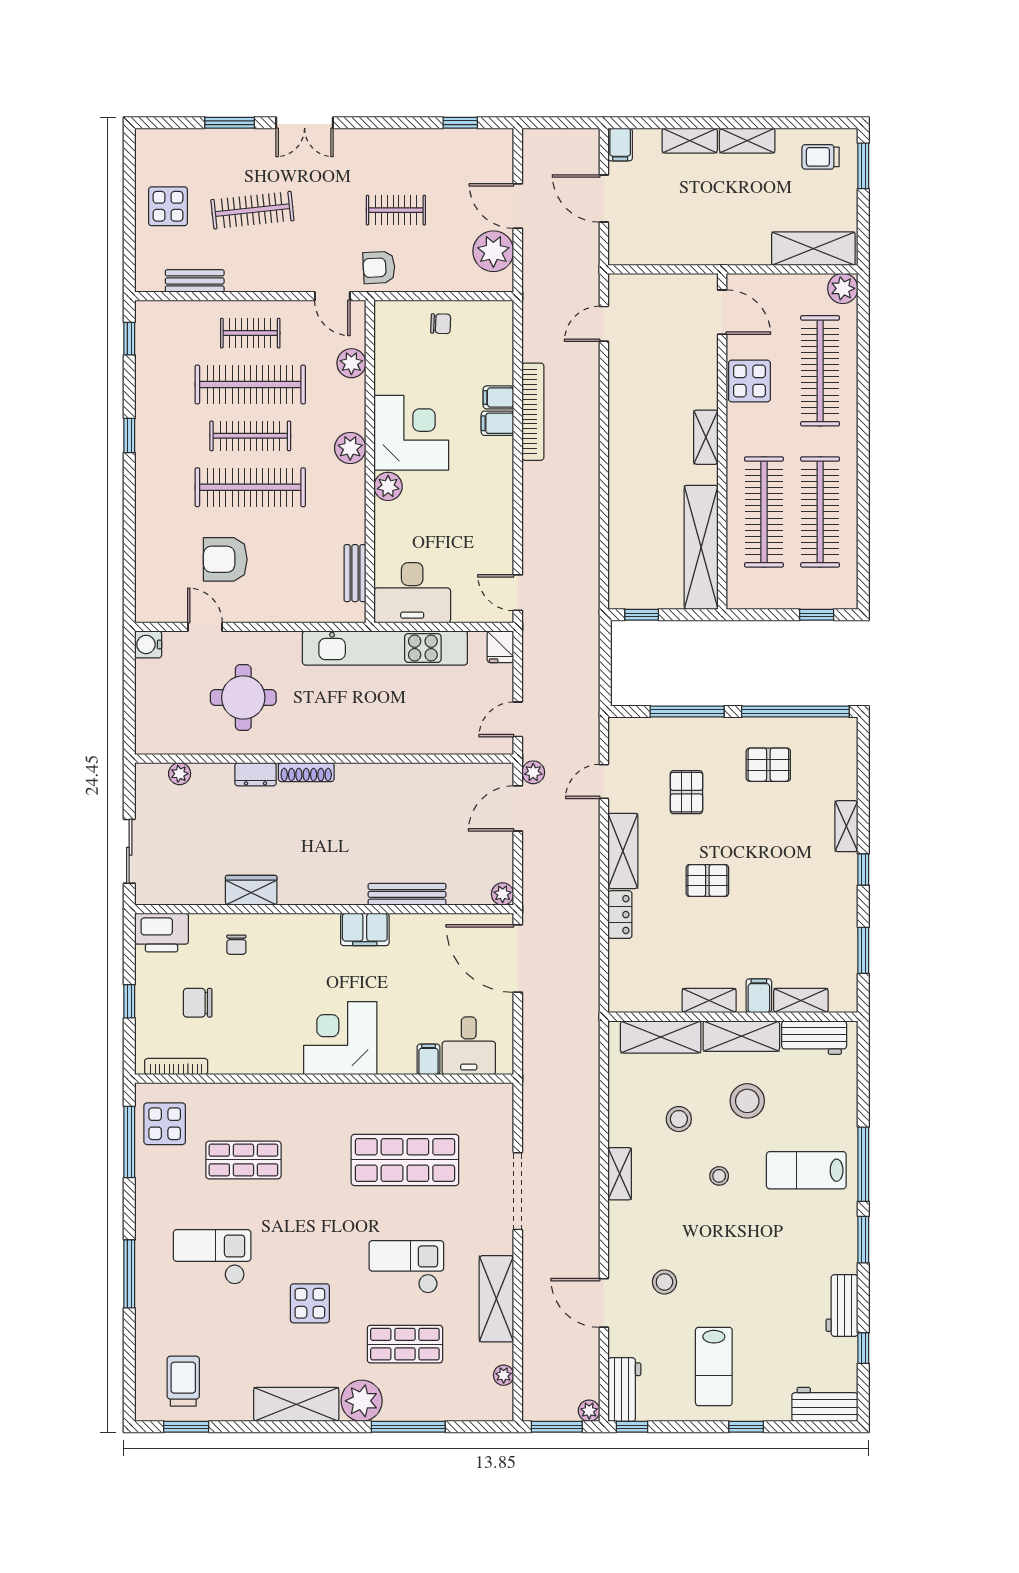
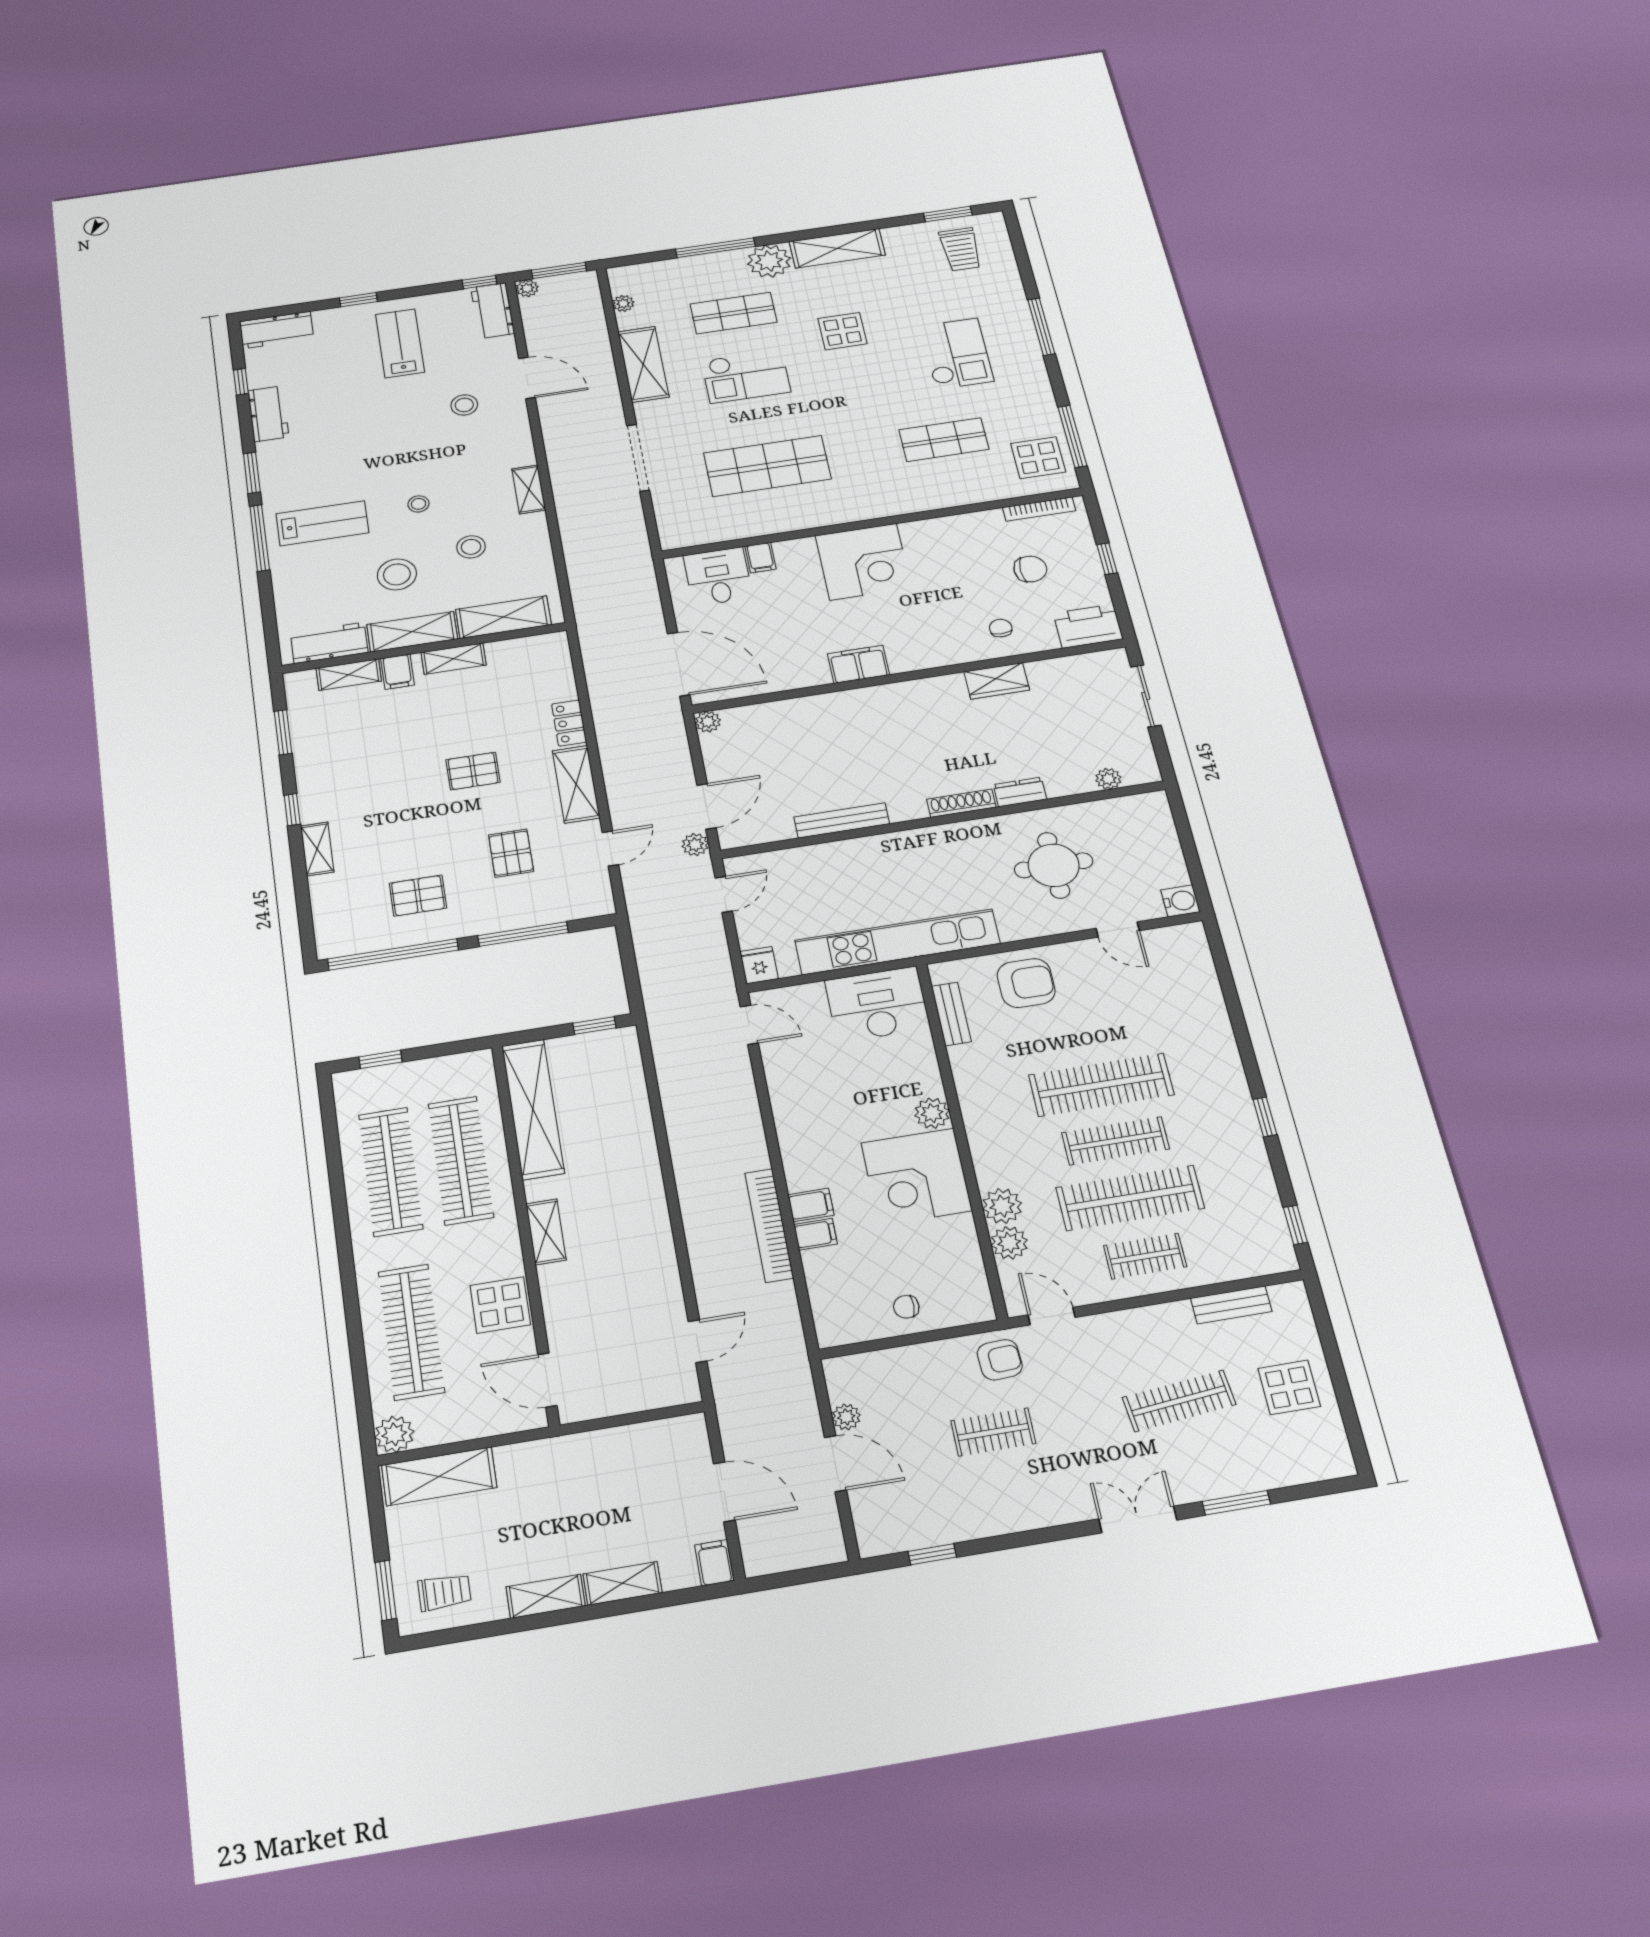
plant: (493, 251) -> (846, 1417), width x0.53, depth x0.53
plant: (350, 448) -> (1002, 1206), moved
armchair: (225, 559) -> (1026, 983), moved
bench: (407, 894) -> (842, 820), moved
checkout: (212, 1257) -> (957, 354), turned -90

